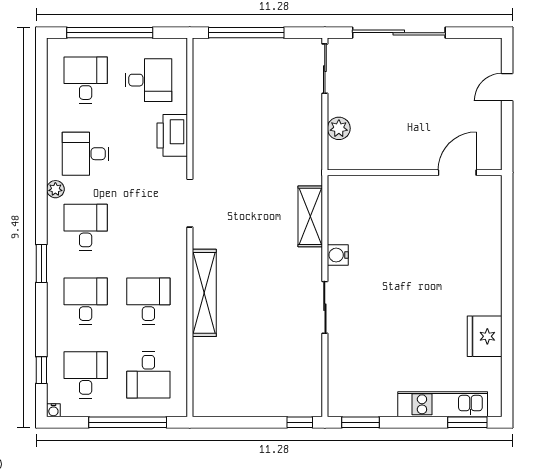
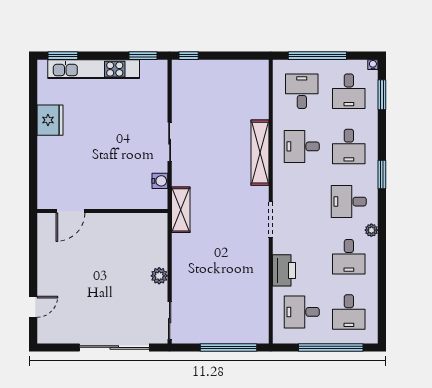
desk: (86, 154) -> (349, 257), turned 90
wall: (415, 173) -> (102, 211), moved
door: (457, 173) -> (70, 211), moved
desk: (86, 227) -> (349, 202), turned 90
desk: (148, 301) -> (302, 146), turned 90
window: (41, 370) -> (382, 95), width x1.50
kitchen unit: (443, 404) -> (94, 69), width x1.36

